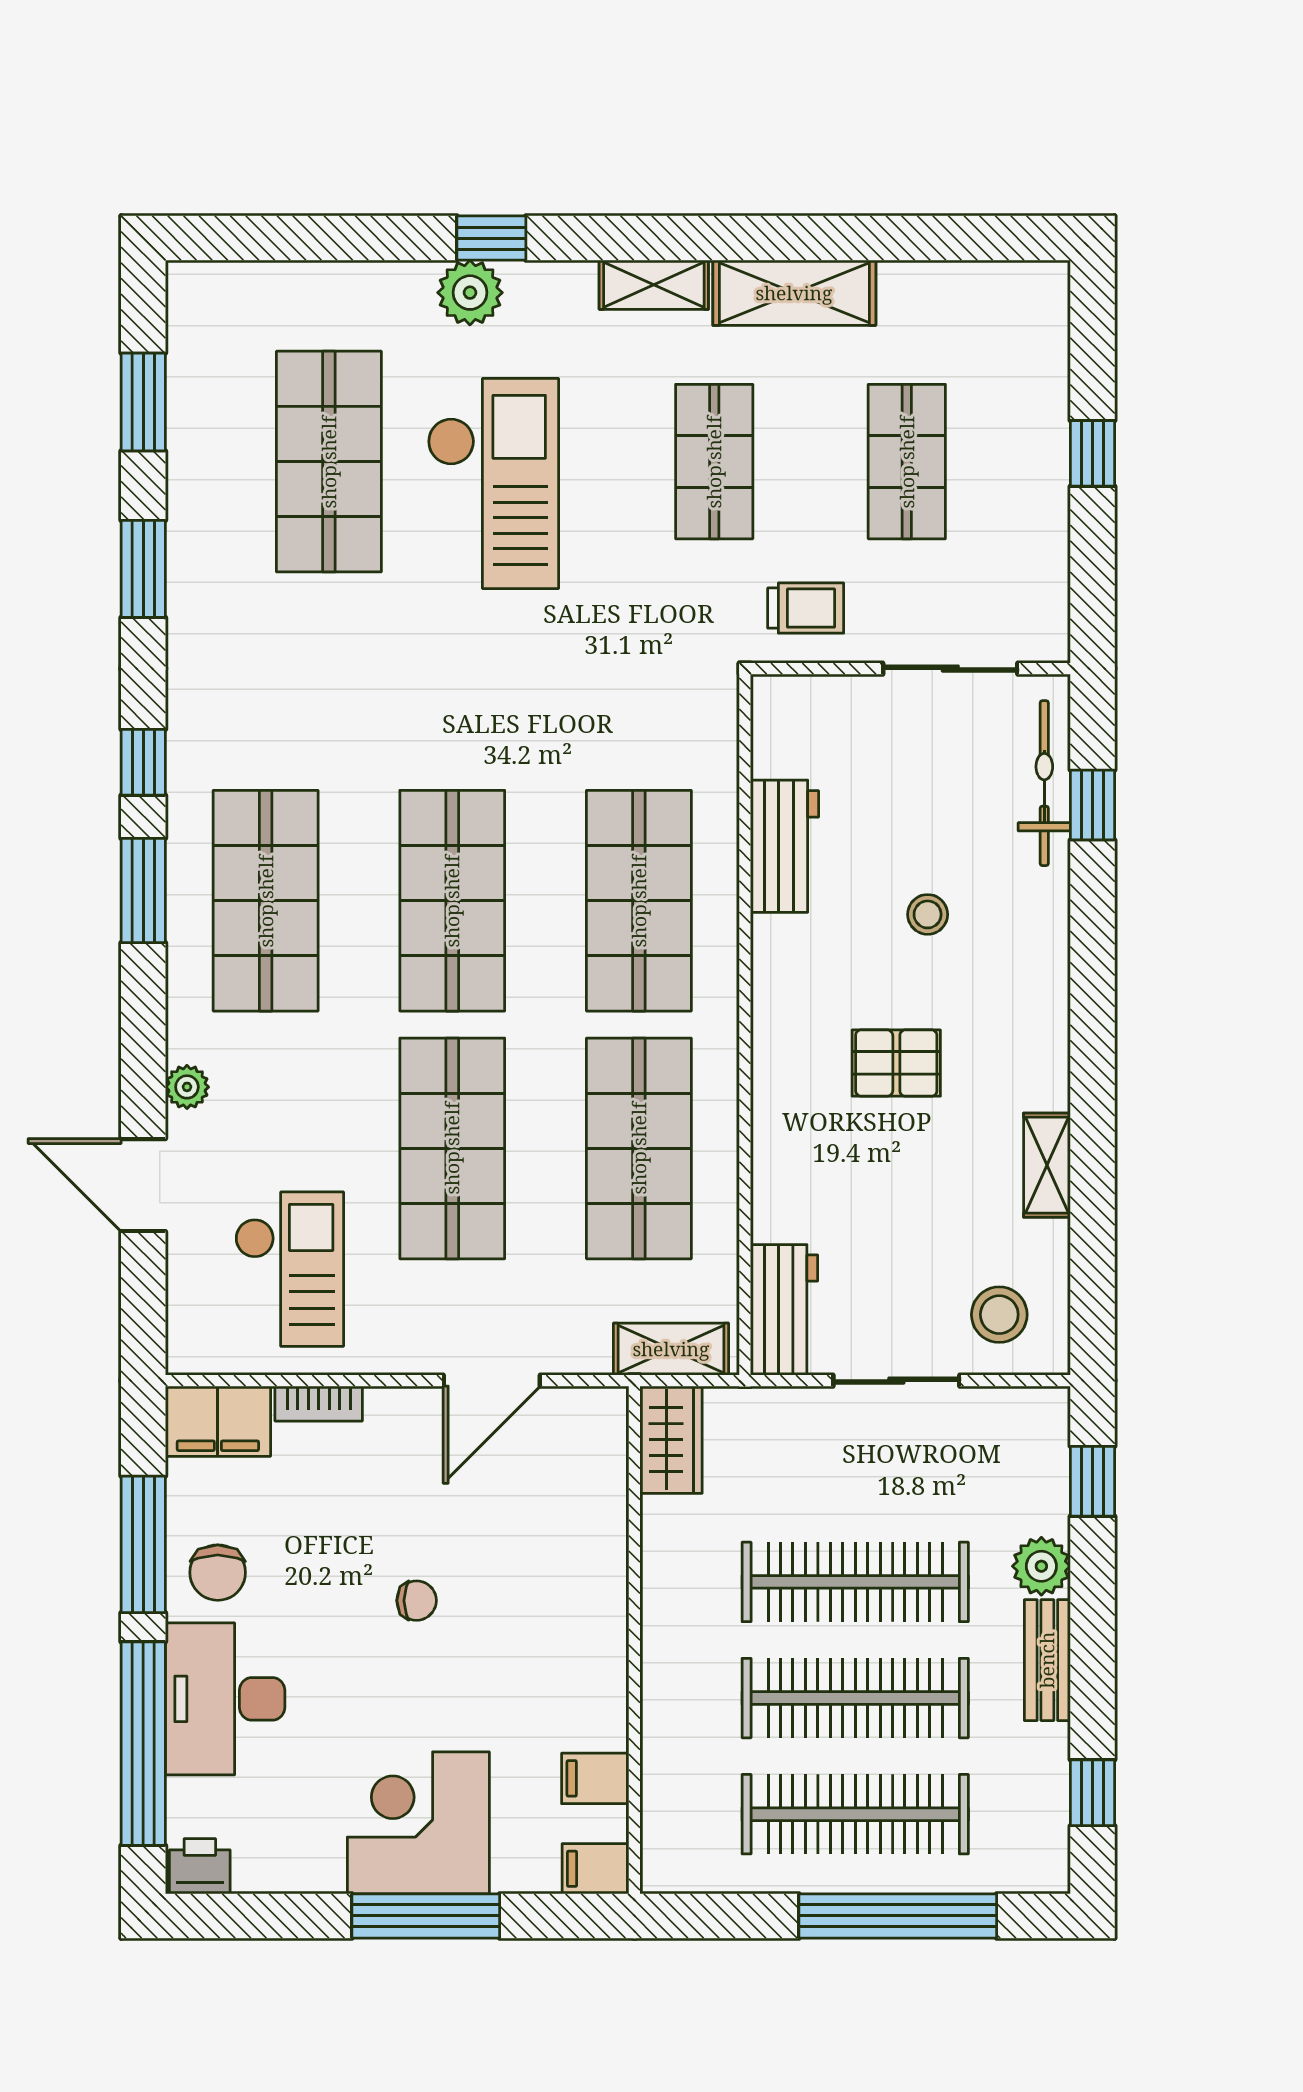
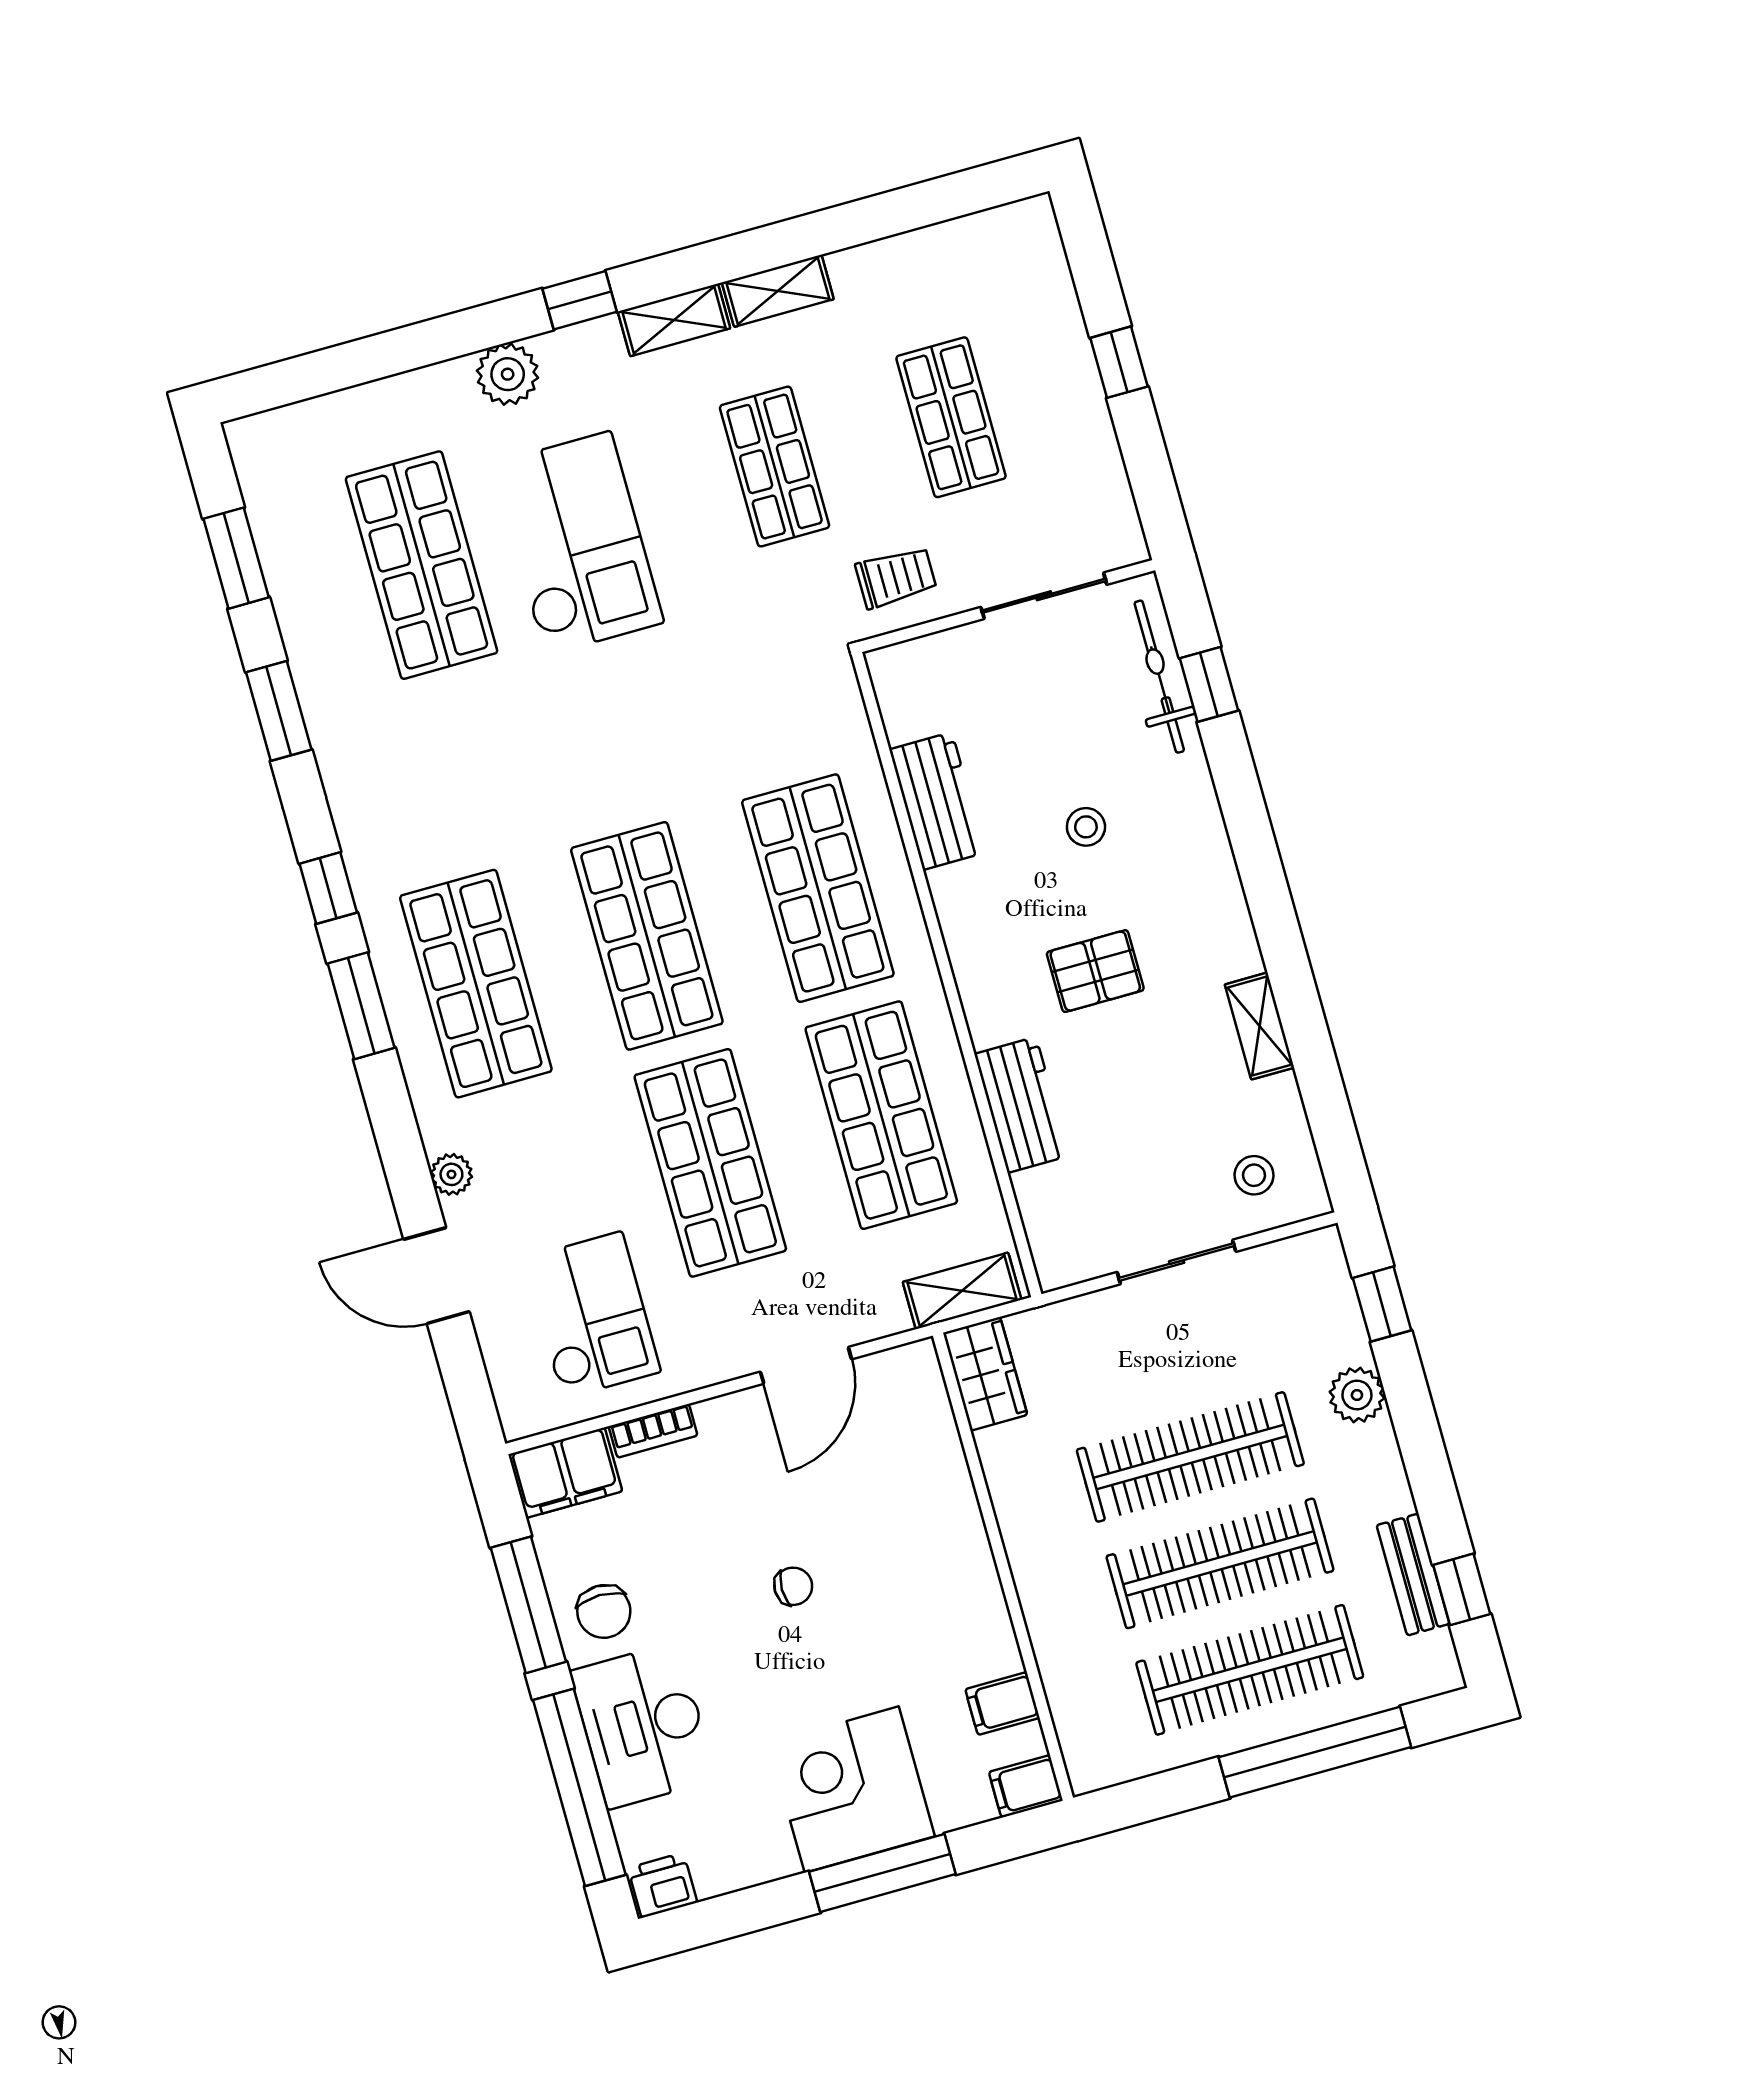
window: (491, 238) -> (580, 300), moved
shelving: (794, 293) -> (778, 291), width x0.67, depth x0.75
workbench: (784, 1310) -> (1022, 1105), moved
stool: (999, 1315) -> (1254, 1175), width x0.73, depth x0.73
bench: (1047, 1660) -> (1413, 1575), moved

